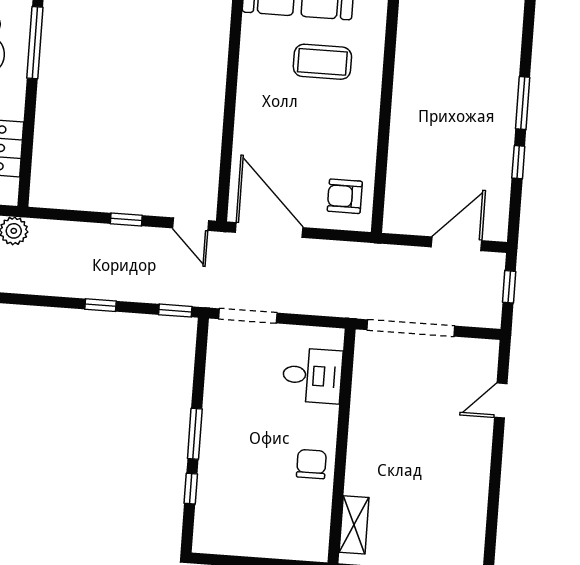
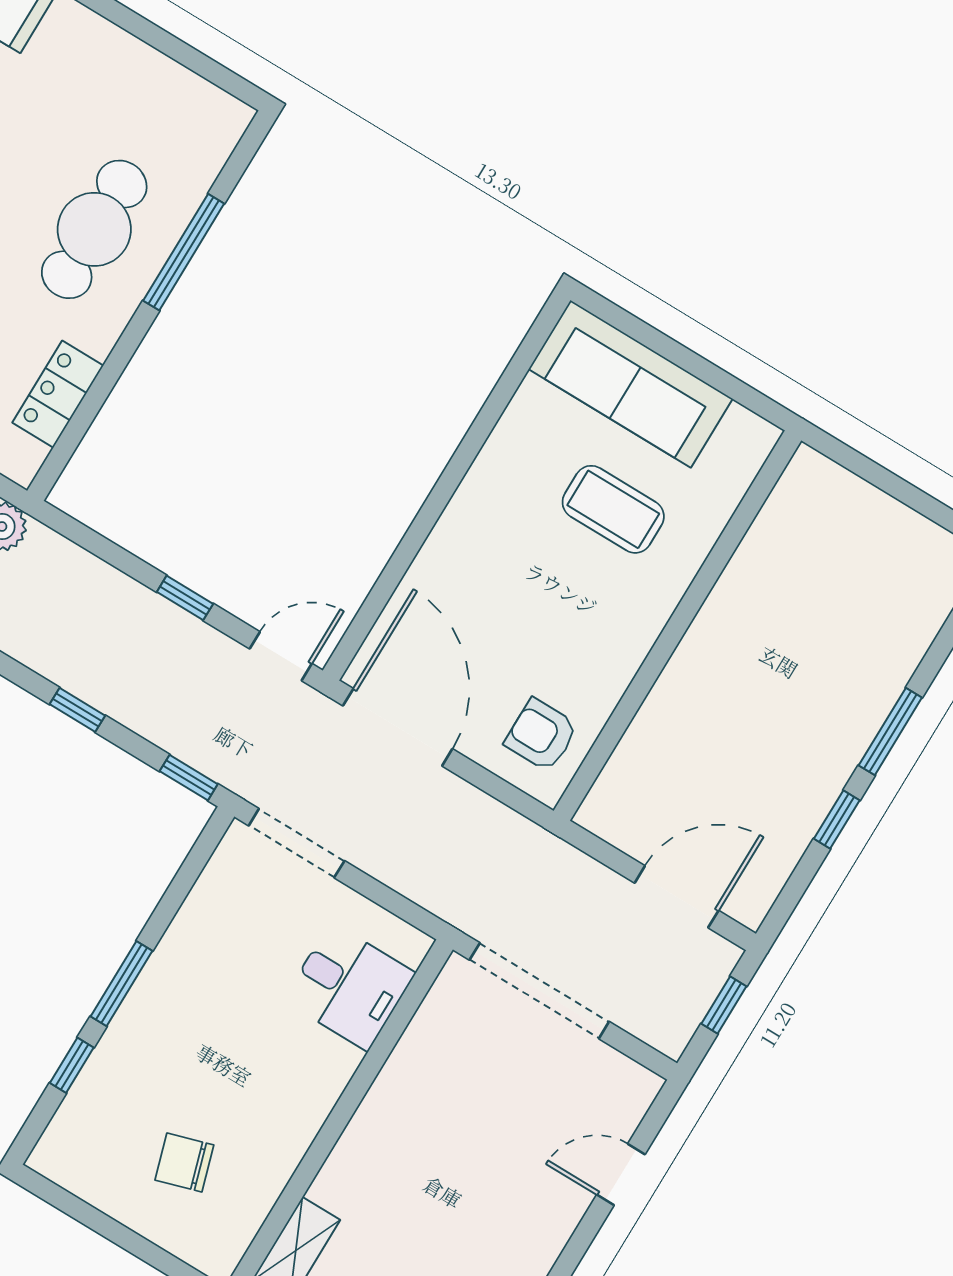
door: (191, 224) -> (281, 656), swing flipped
chair: (311, 464) -> (184, 1163), moved, turned -107

